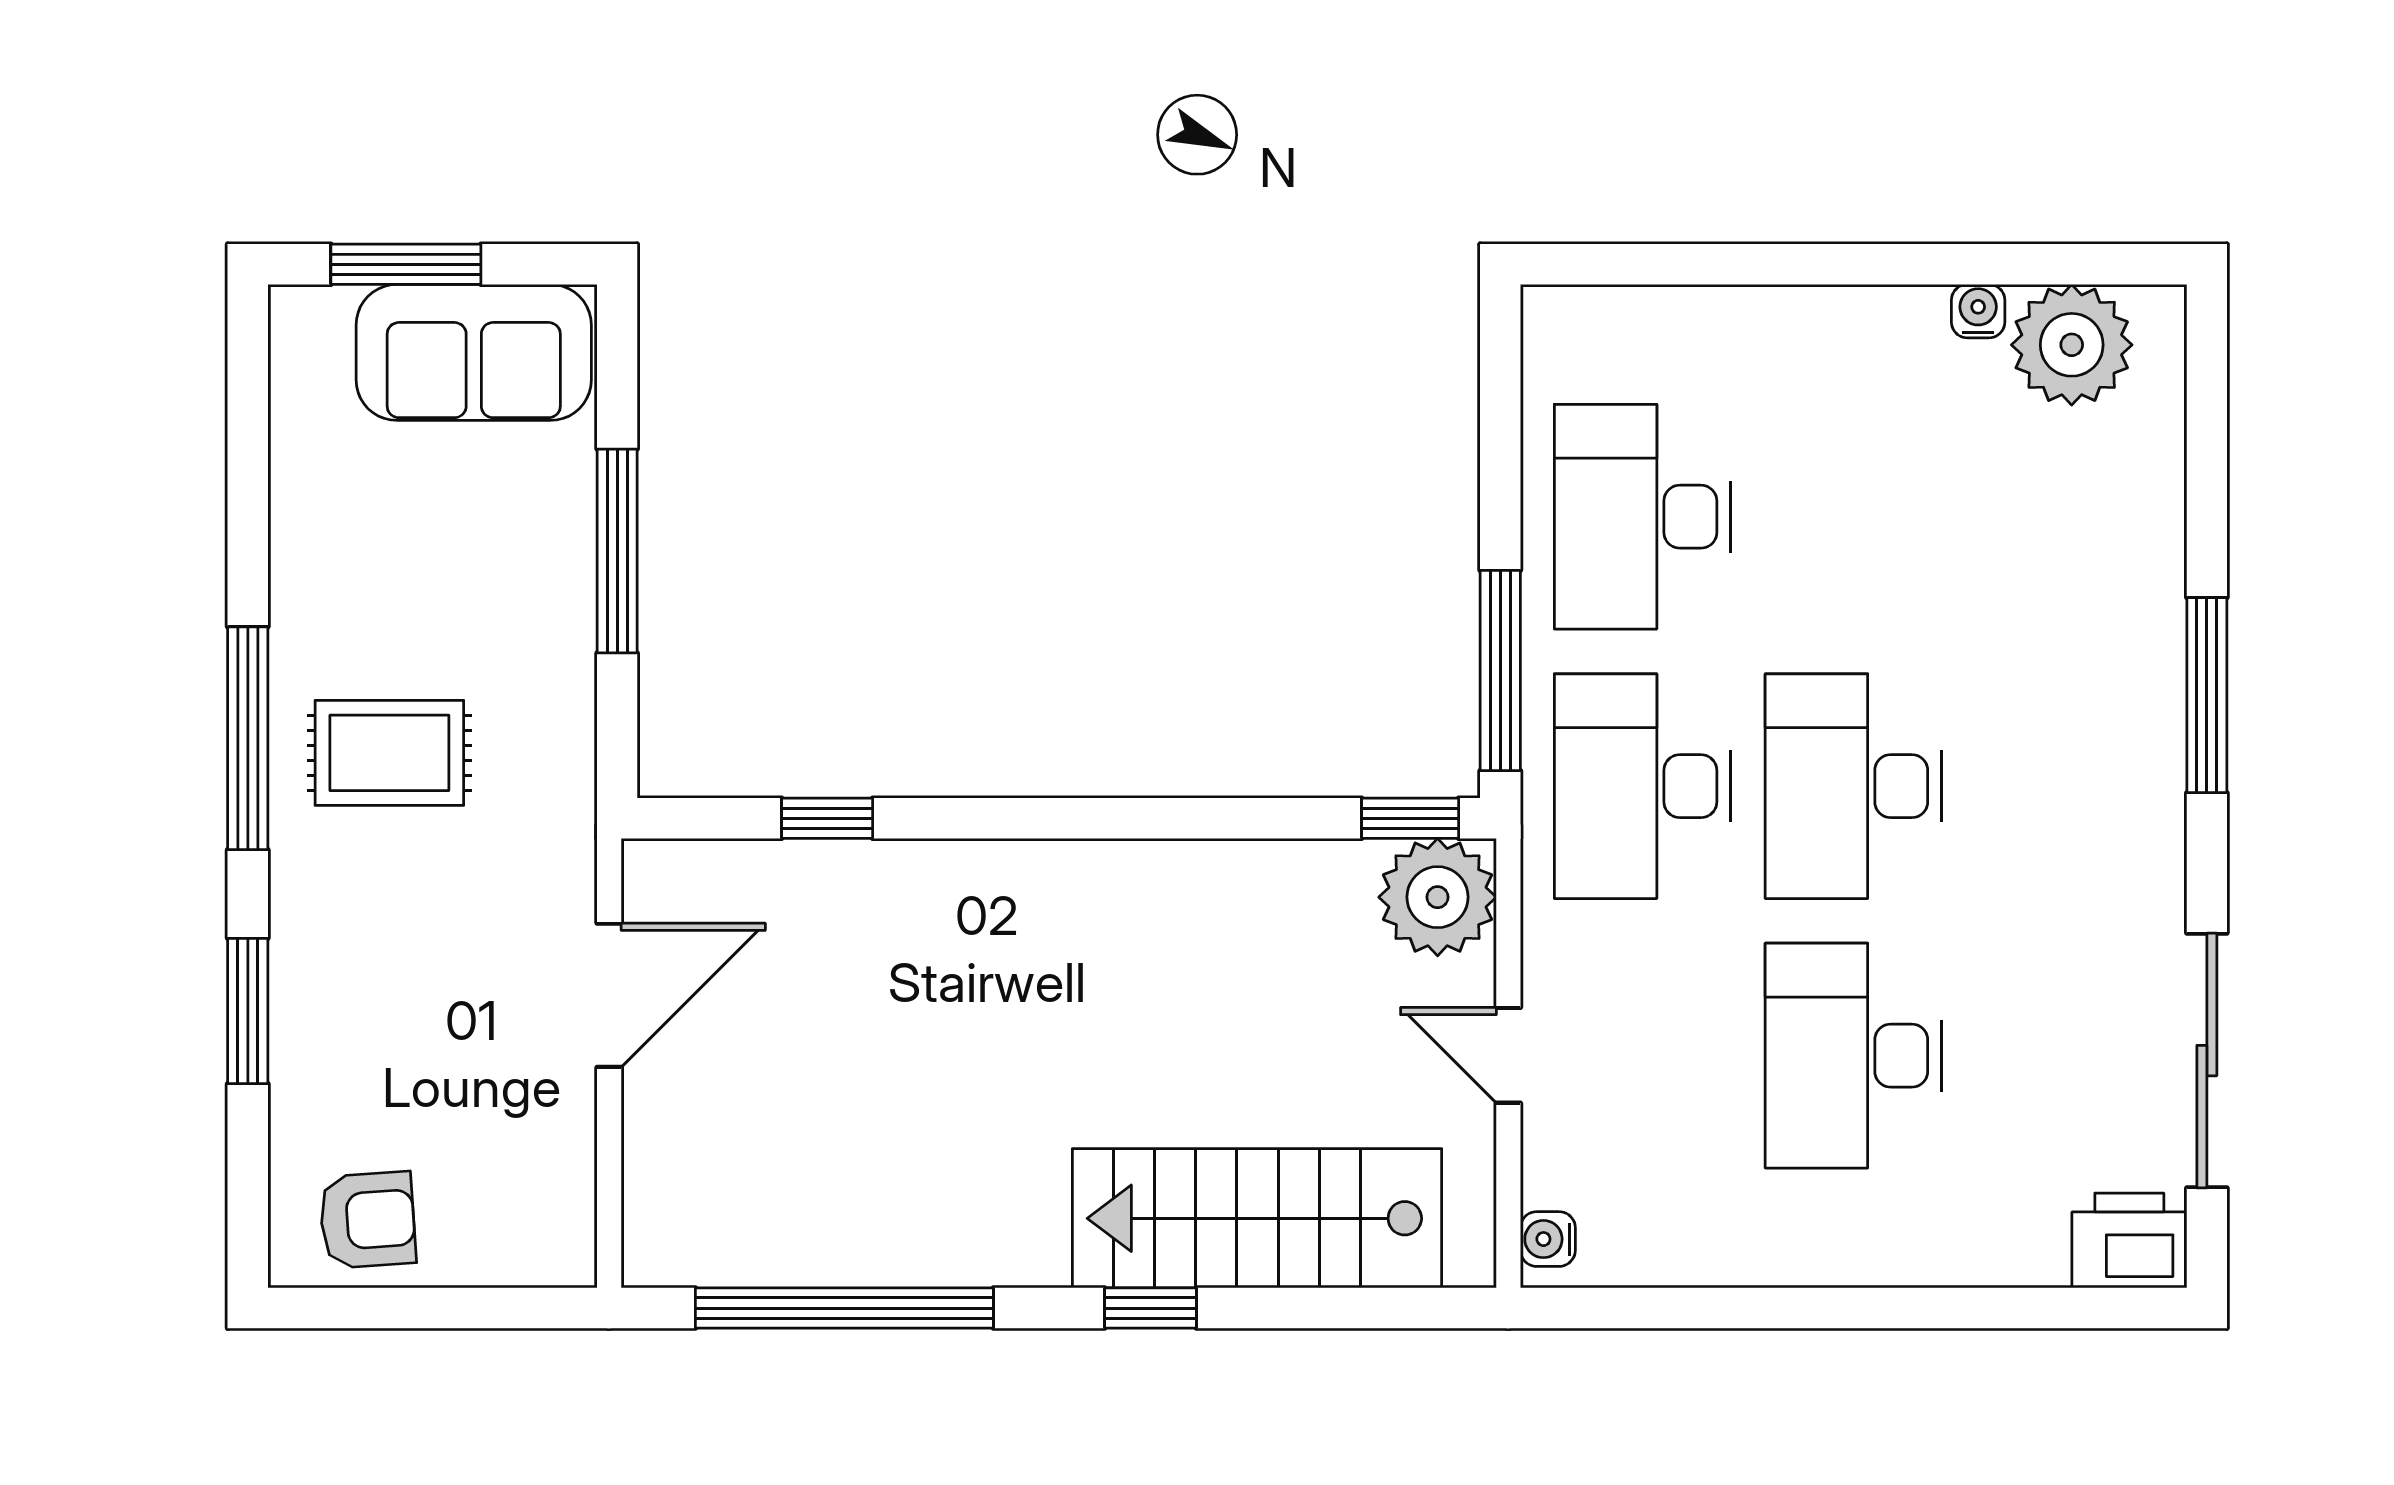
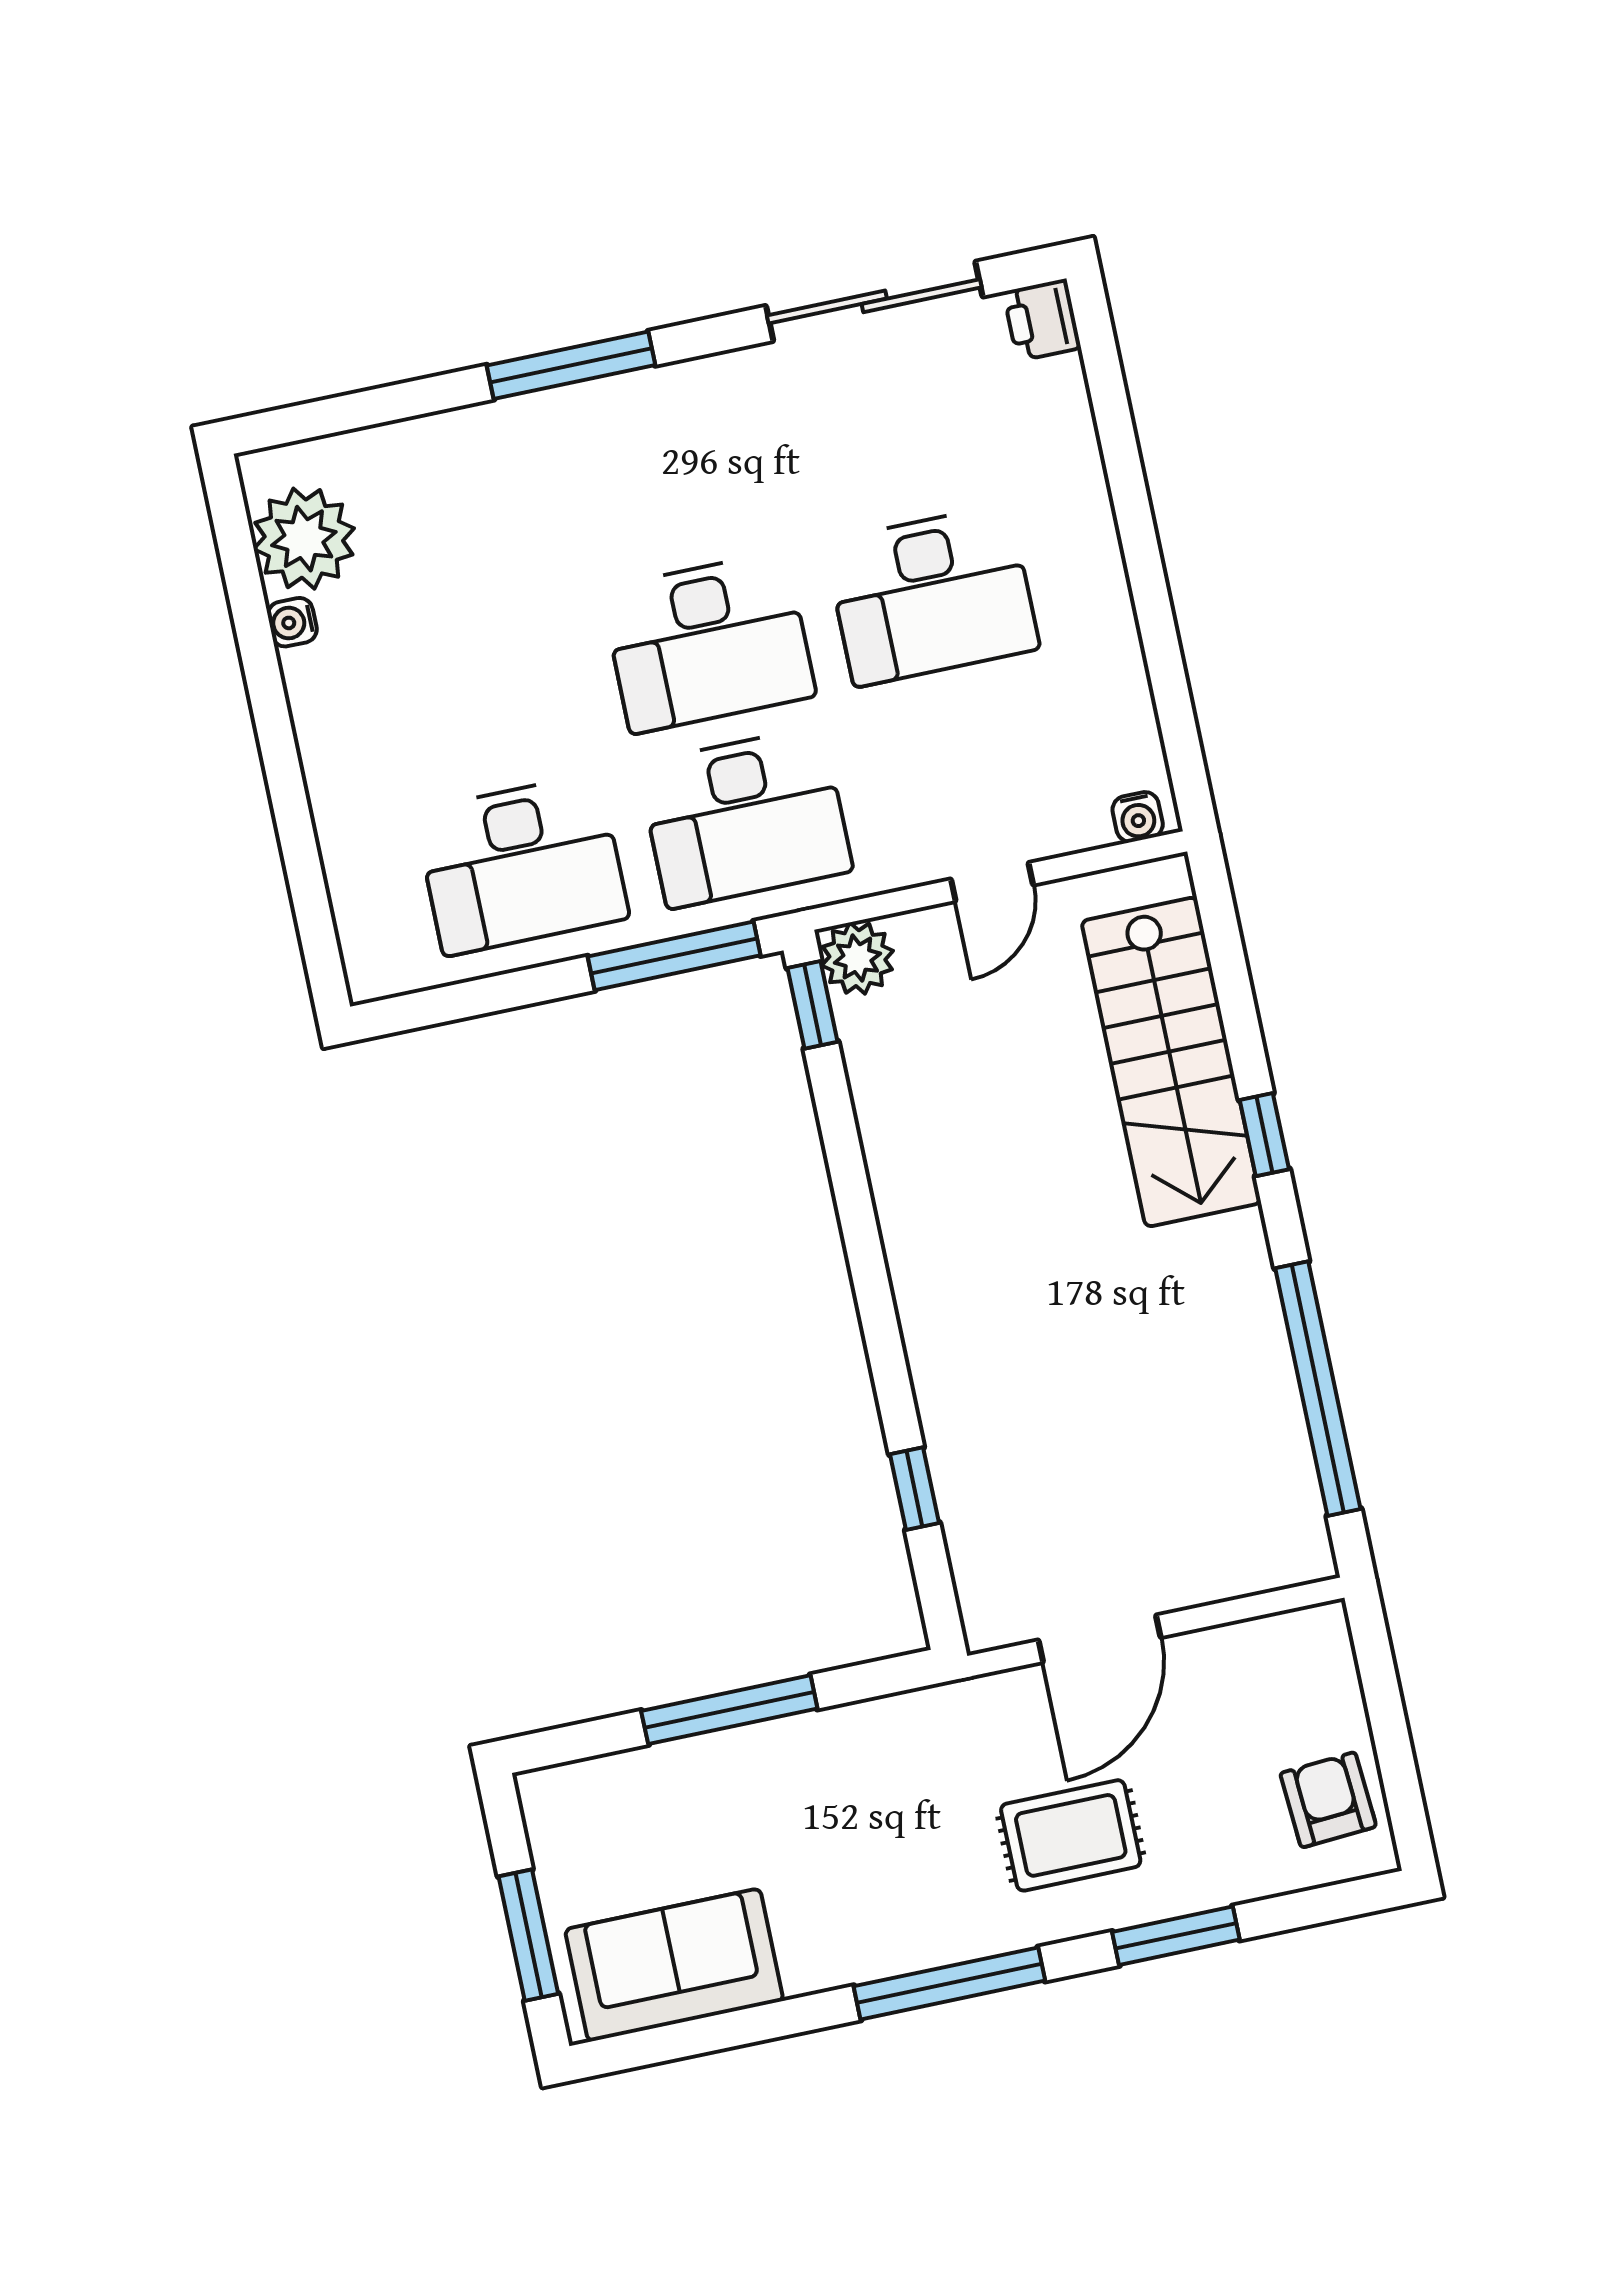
sofa: (474, 352) -> (674, 1965), moved, turned -90
rug: (389, 753) -> (1071, 1835), moved, turned 90
plant: (1438, 897) -> (857, 958), width x0.73, depth x0.73
door: (609, 995) -> (1099, 1639), swing flipped
printer: (2129, 1240) -> (1042, 320), width x0.73, depth x0.81

